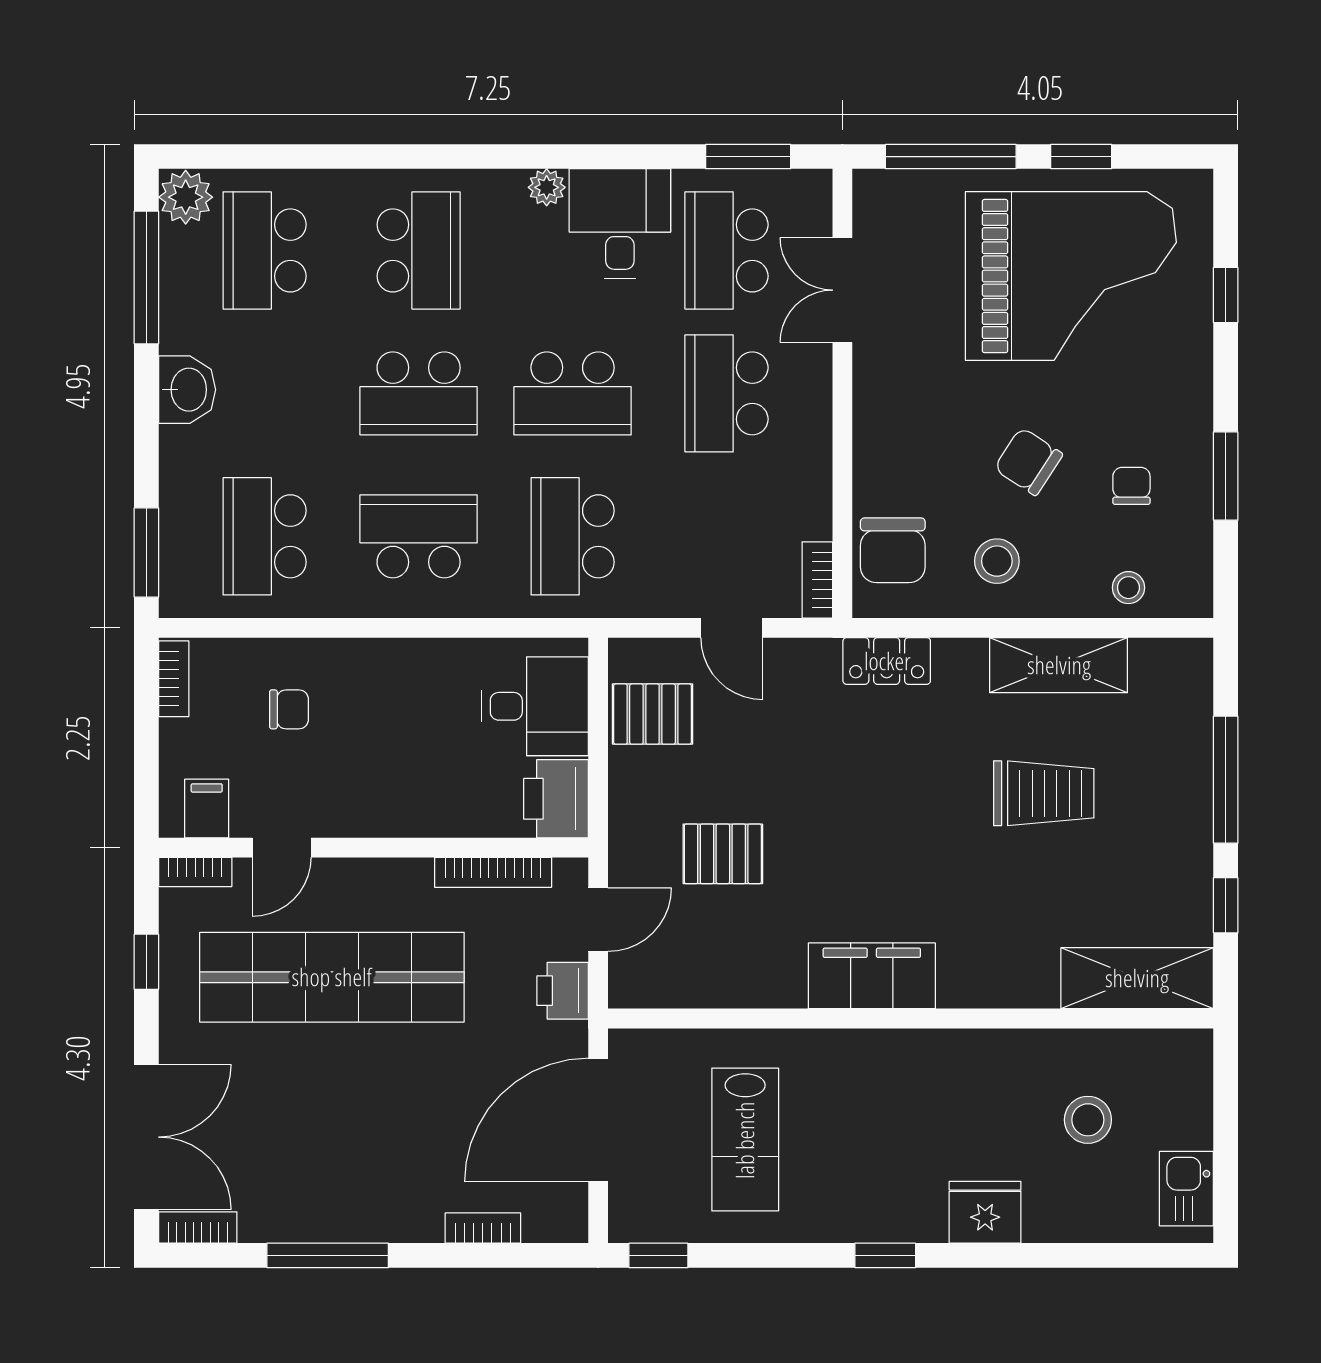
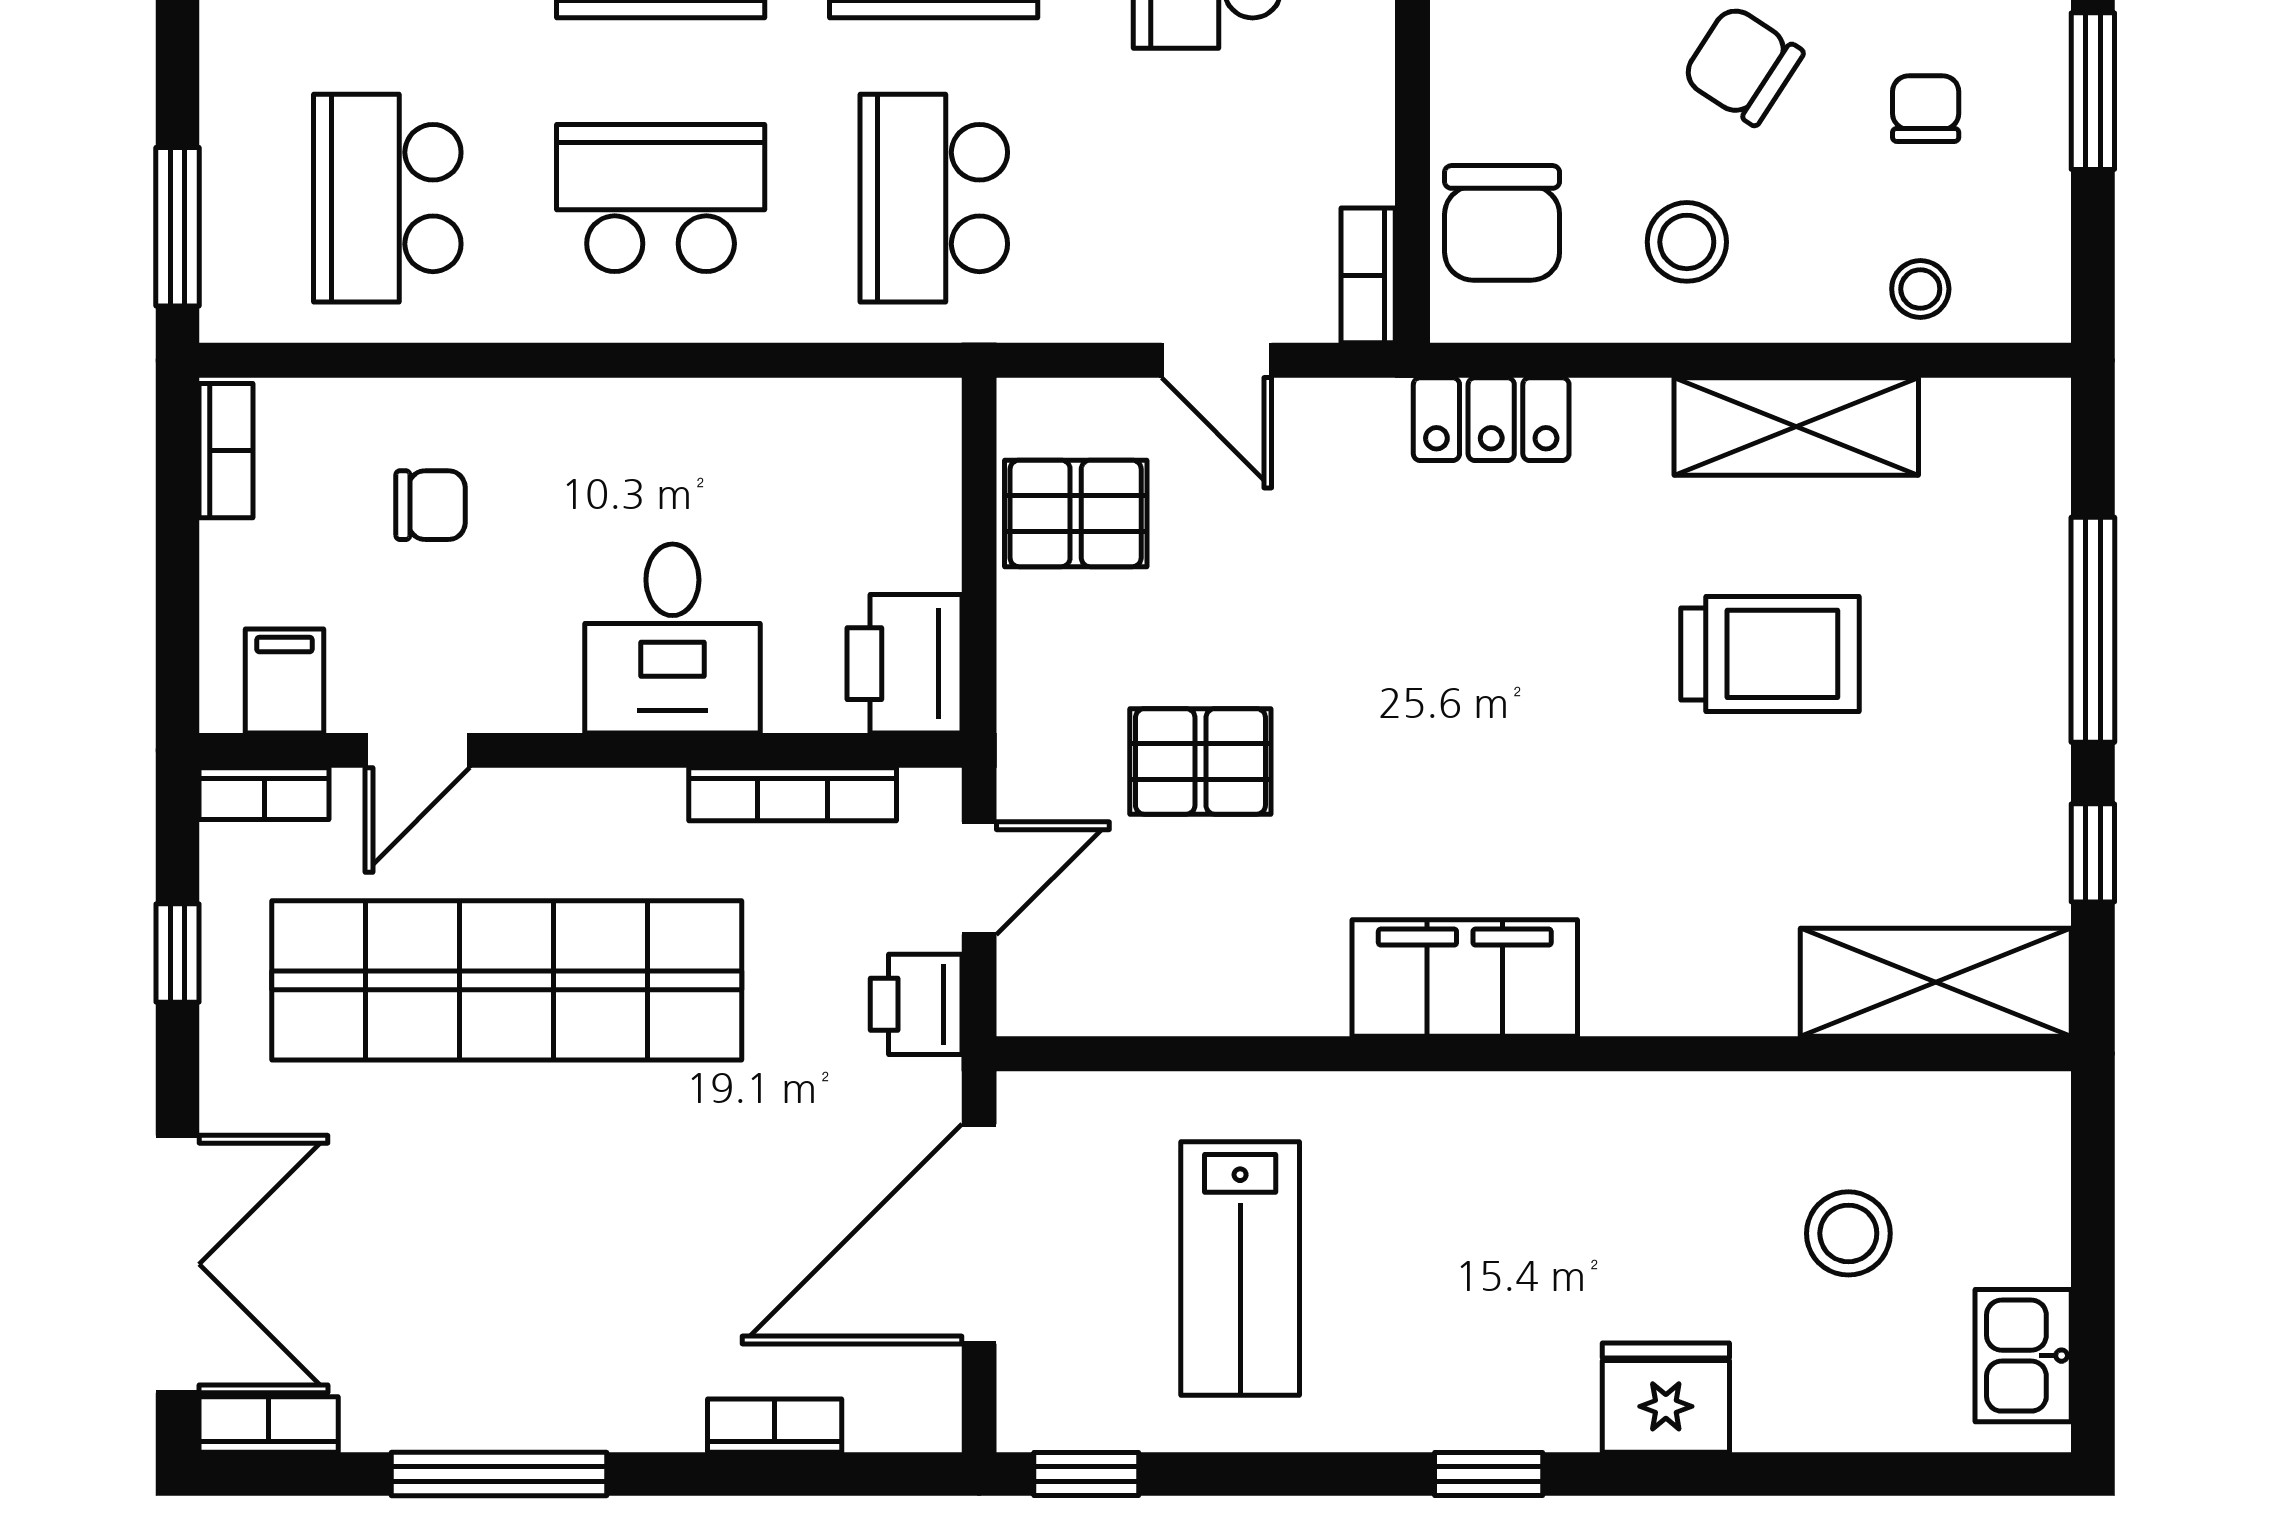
desk: (535, 706) -> (672, 638), moved, turned 90

